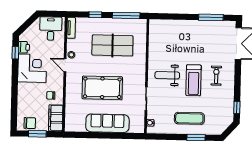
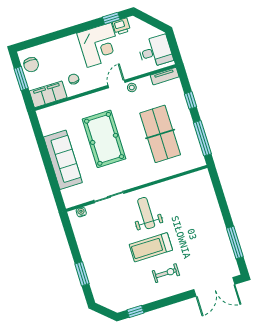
exercise mat: (189, 118) -> (103, 258), removed

